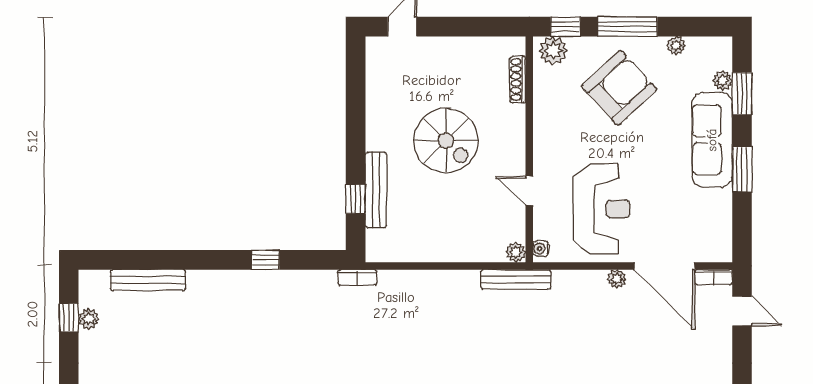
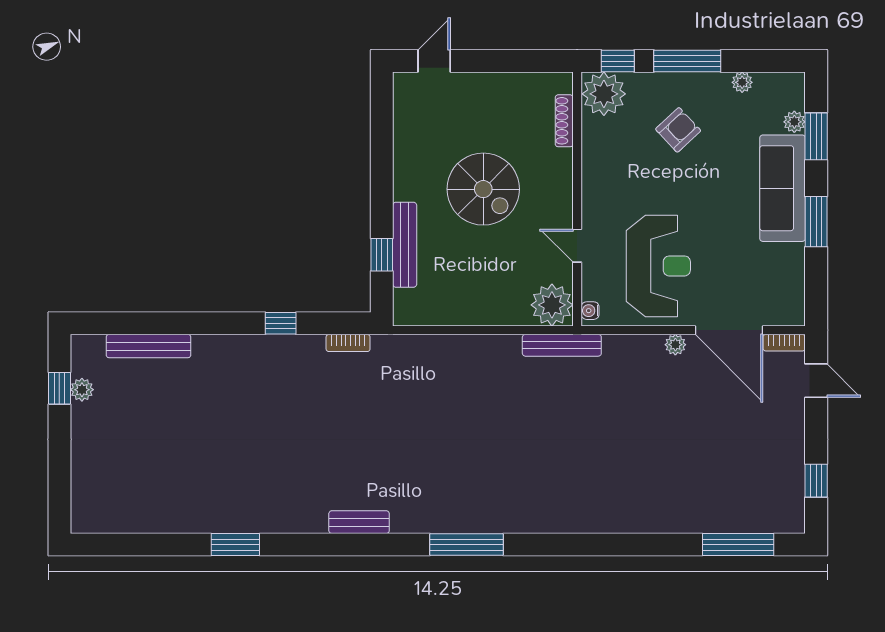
plant: (553, 51) -> (604, 94), width x1.36, depth x1.36
armchair: (619, 88) -> (678, 130), width x0.53, depth x0.53
plant: (516, 252) -> (552, 305), width x1.87, depth x1.87
bookcase: (357, 277) -> (348, 343), moved

